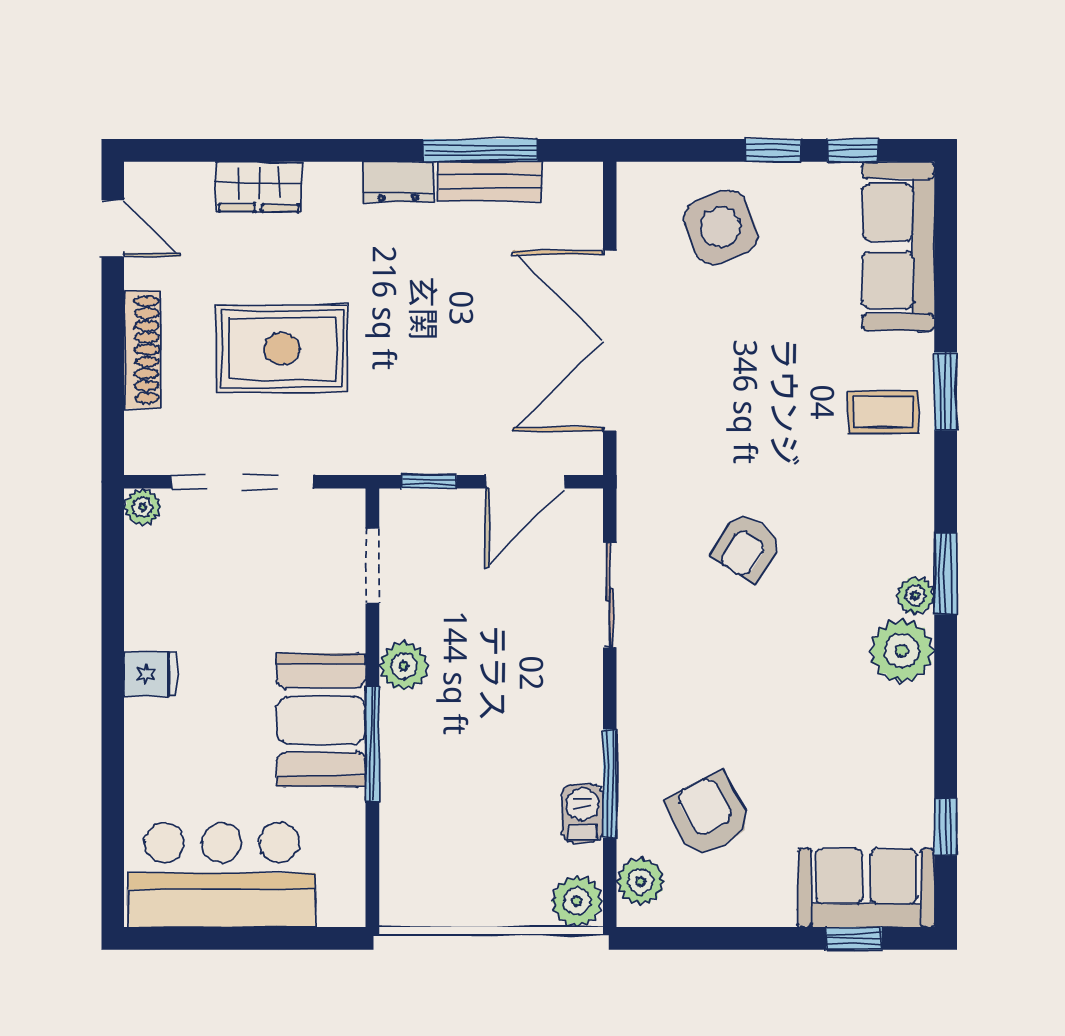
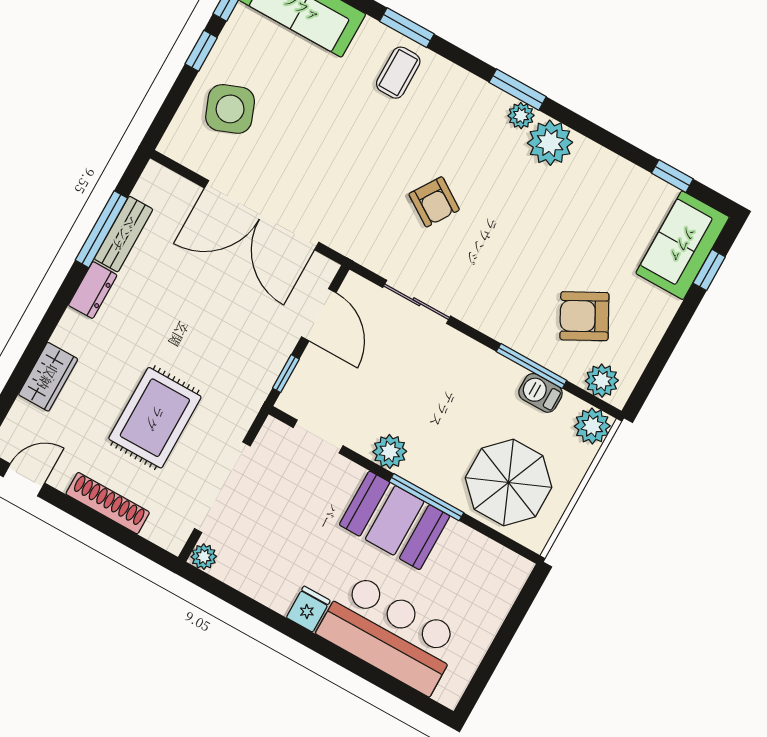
parasol: (448, 836) -> (509, 482), added
bar counter: (222, 875) -> (390, 634), moved, turned 90

